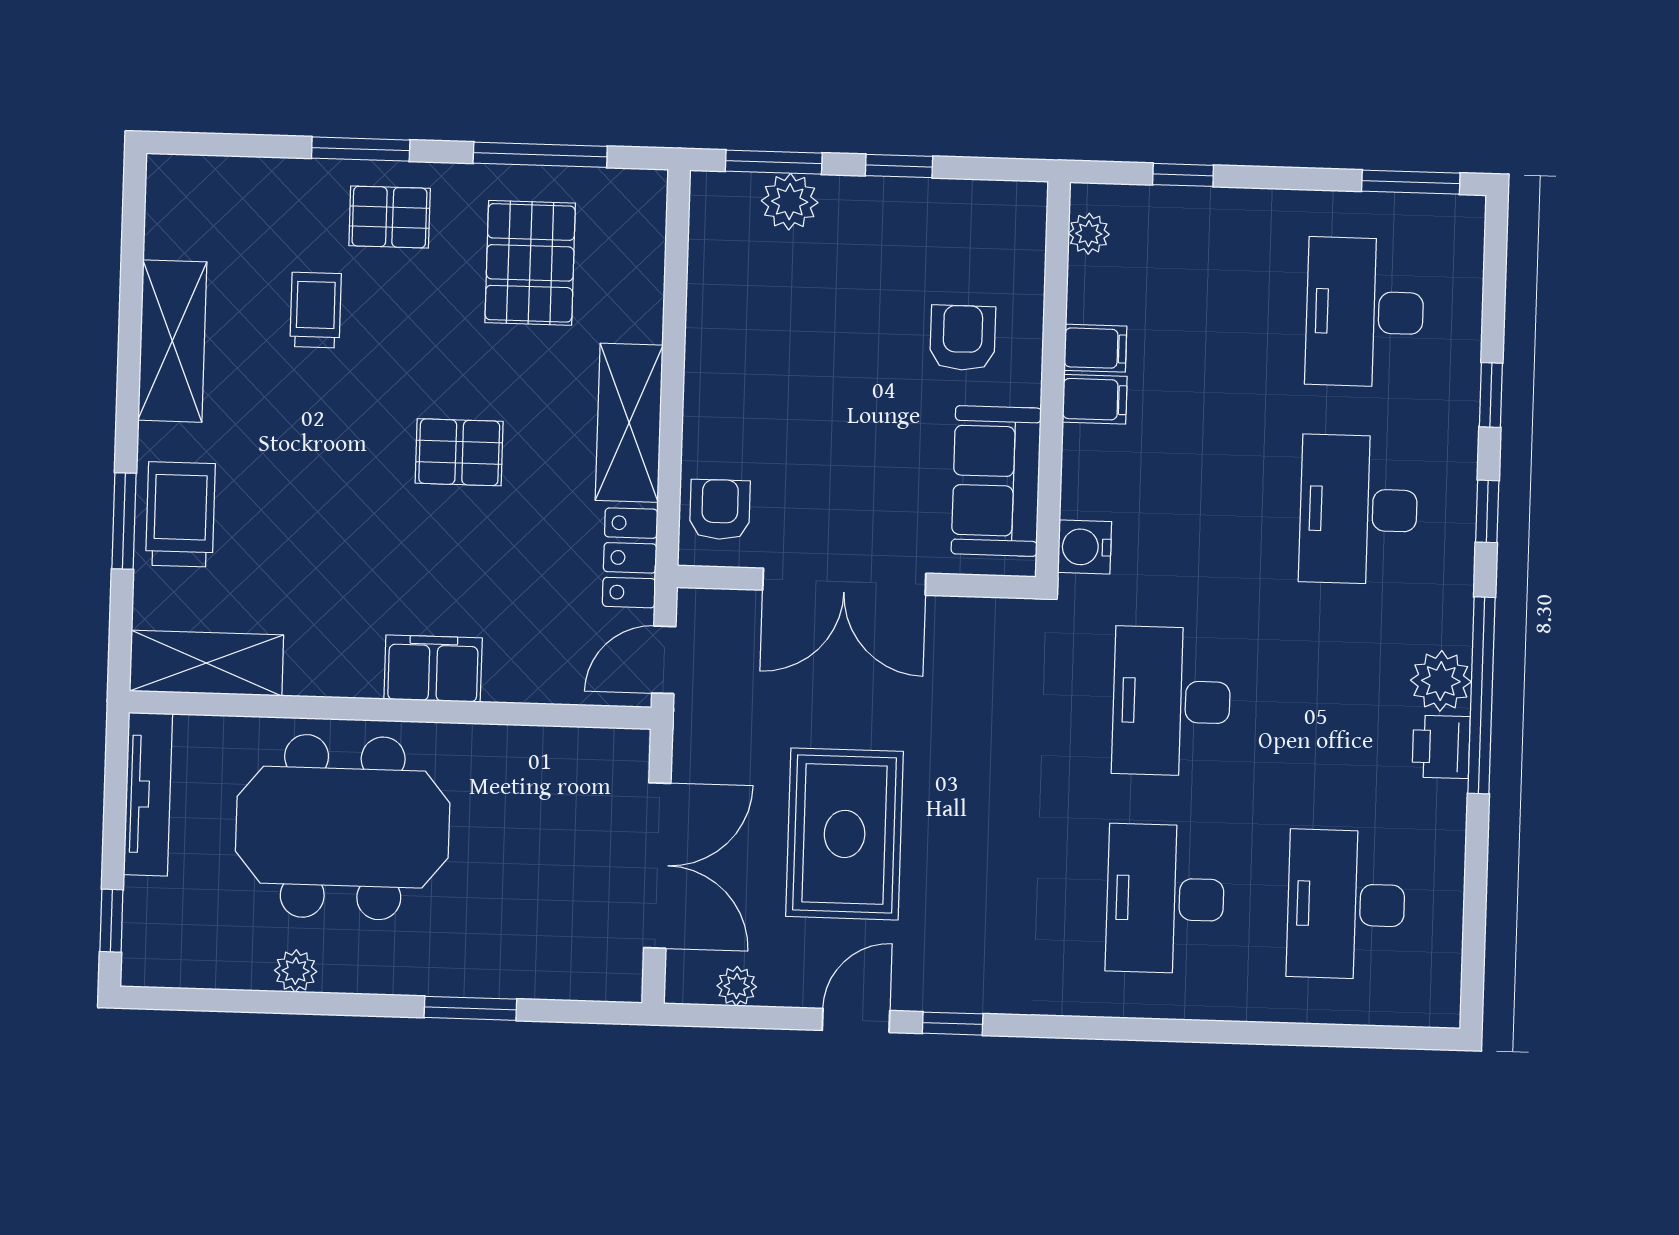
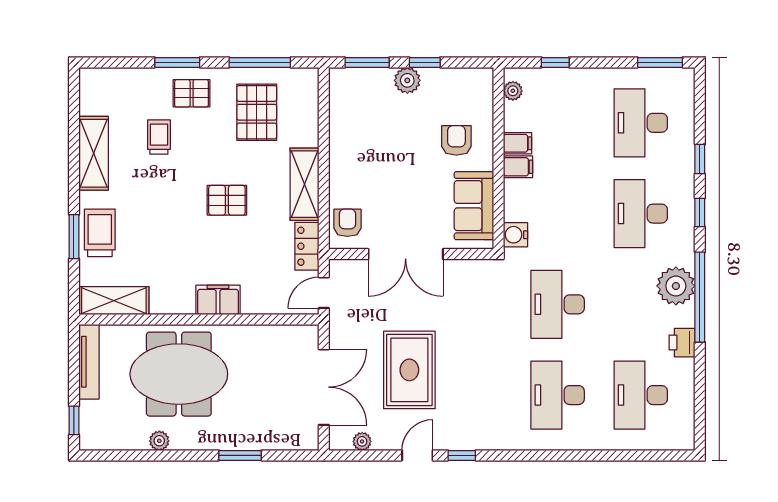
plant: (790, 202) -> (407, 80), moved
plant: (1441, 681) -> (676, 286), width x1.36, depth x1.36
printer: (1441, 747) -> (682, 343), moved

